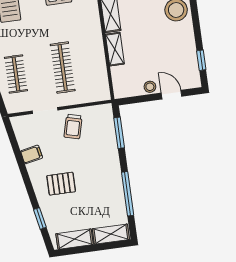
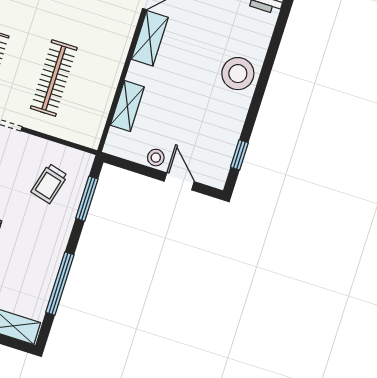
shelving: (115, 49) -> (127, 106), moved
trolley: (73, 126) -> (49, 184), moved

